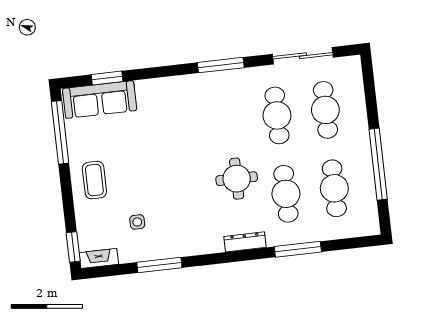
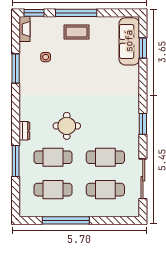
window: (221, 65) -> (143, 124), width x0.69
window: (60, 132) -> (76, 13), moved
dresser: (245, 242) -> (24, 131), width x0.70

